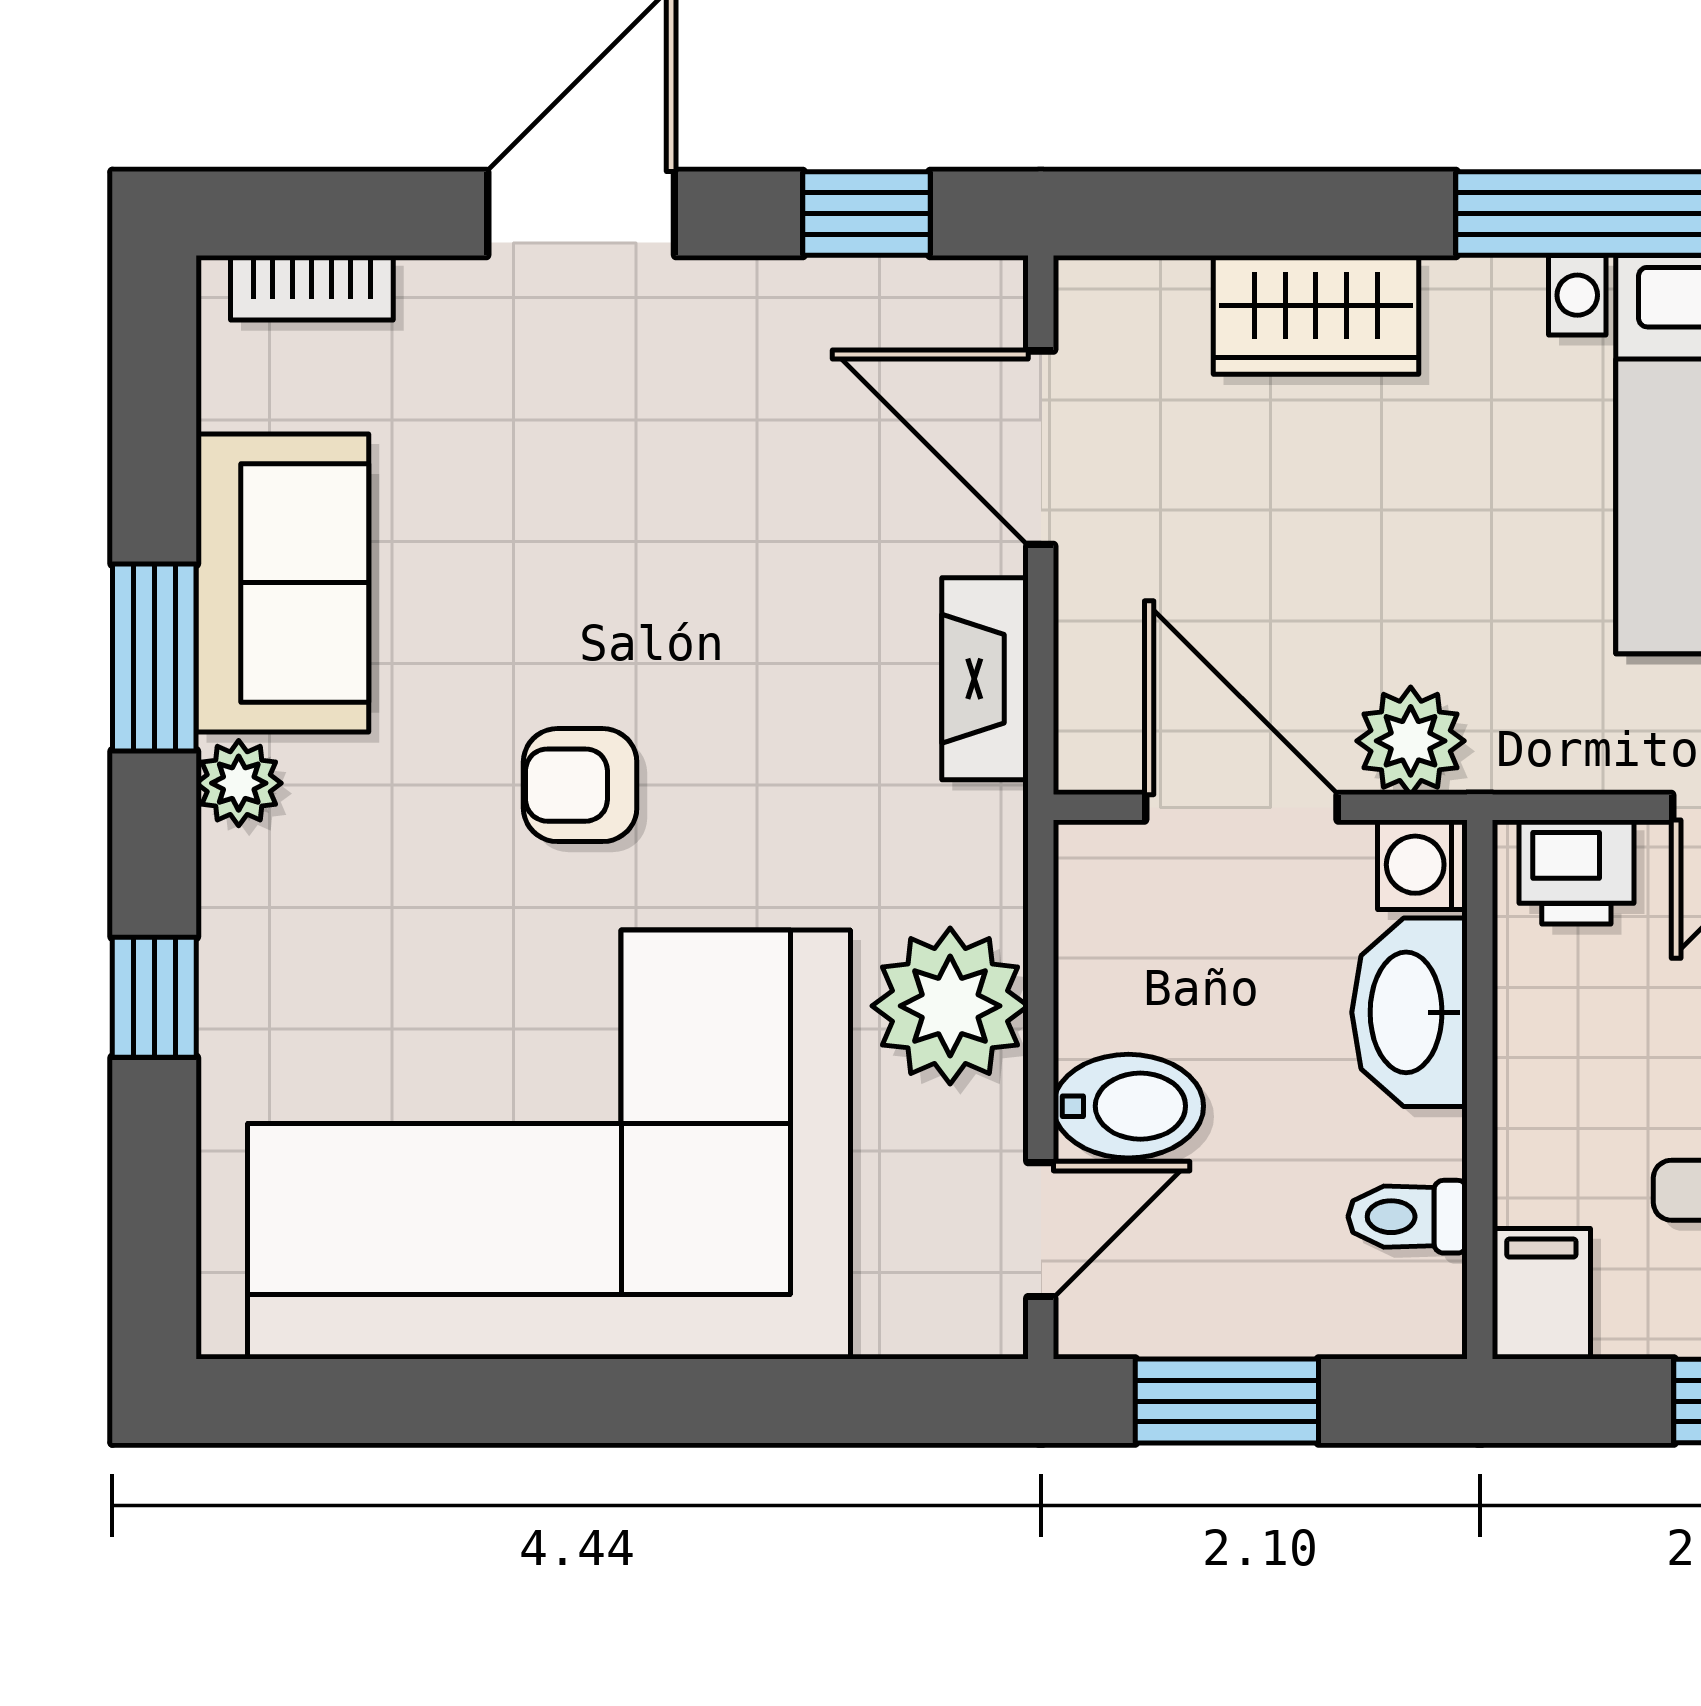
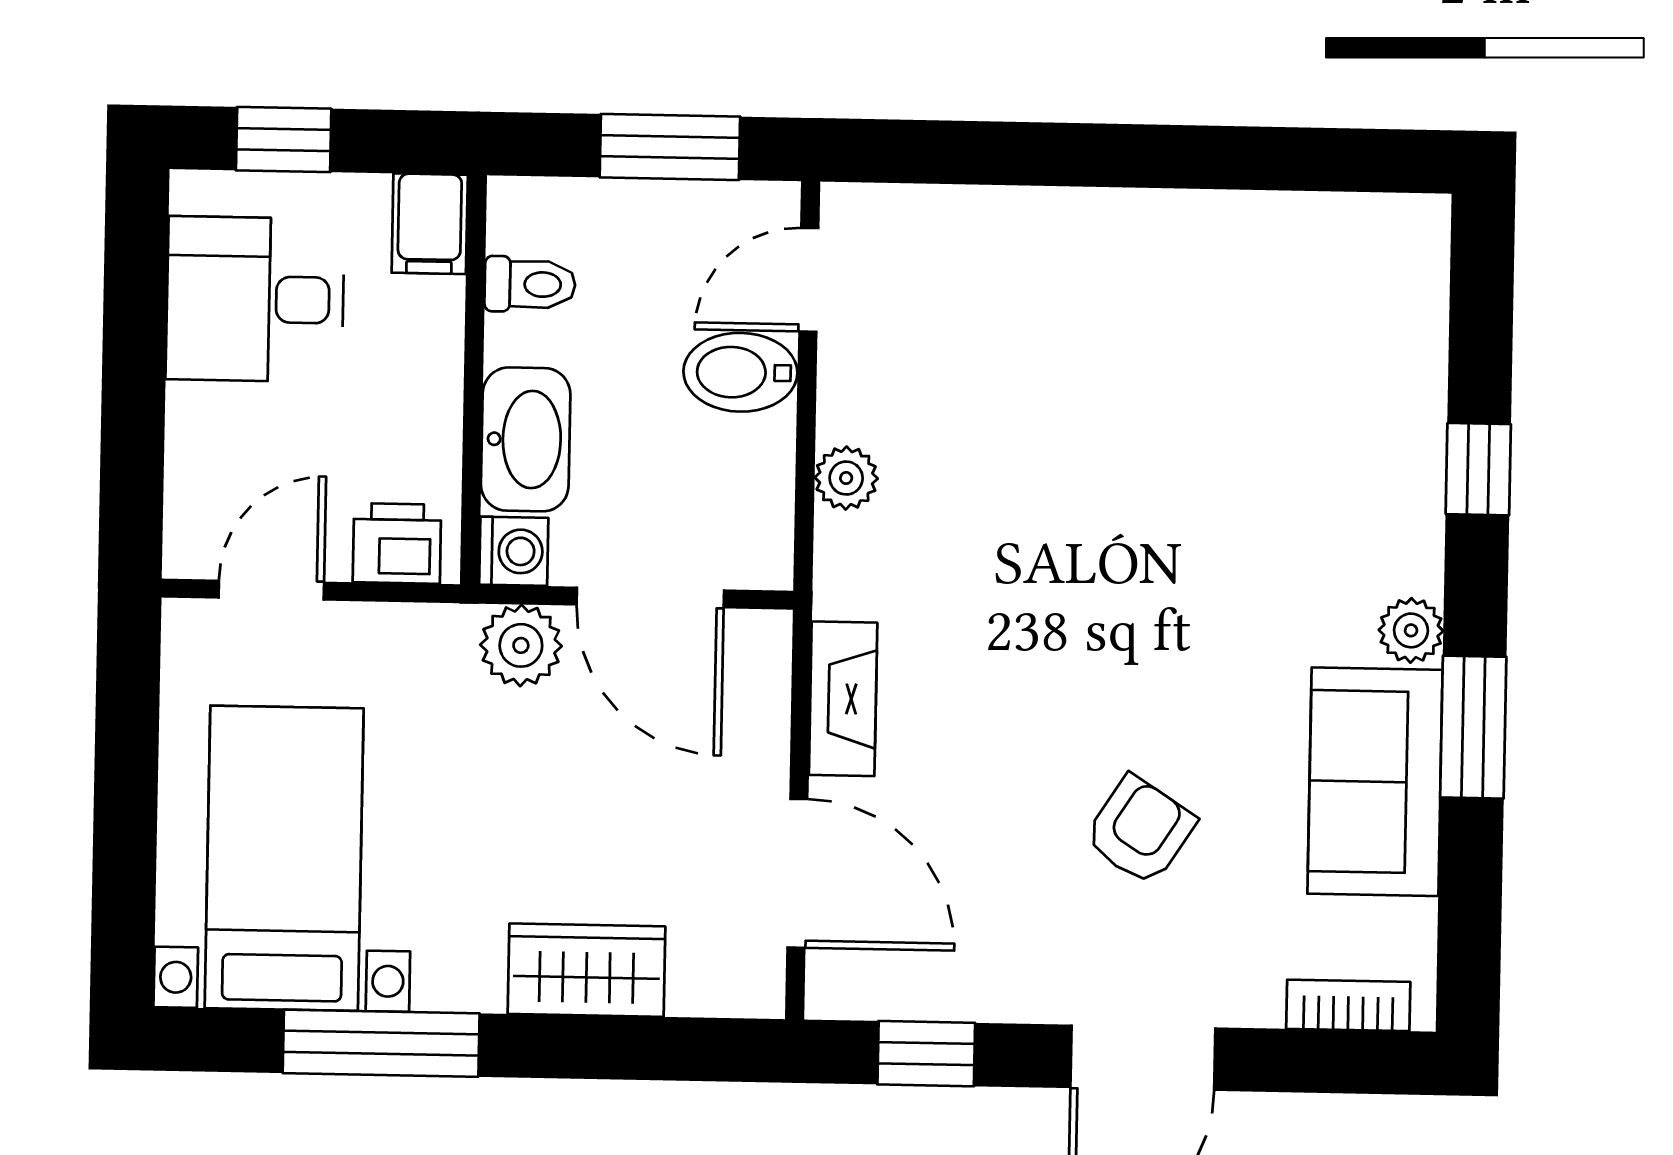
armchair: (580, 785) -> (1140, 830), moved, turned -57
plant: (950, 1006) -> (846, 478), width x0.53, depth x0.53
corner sofa: (549, 1145) -> (1181, 352), removed

